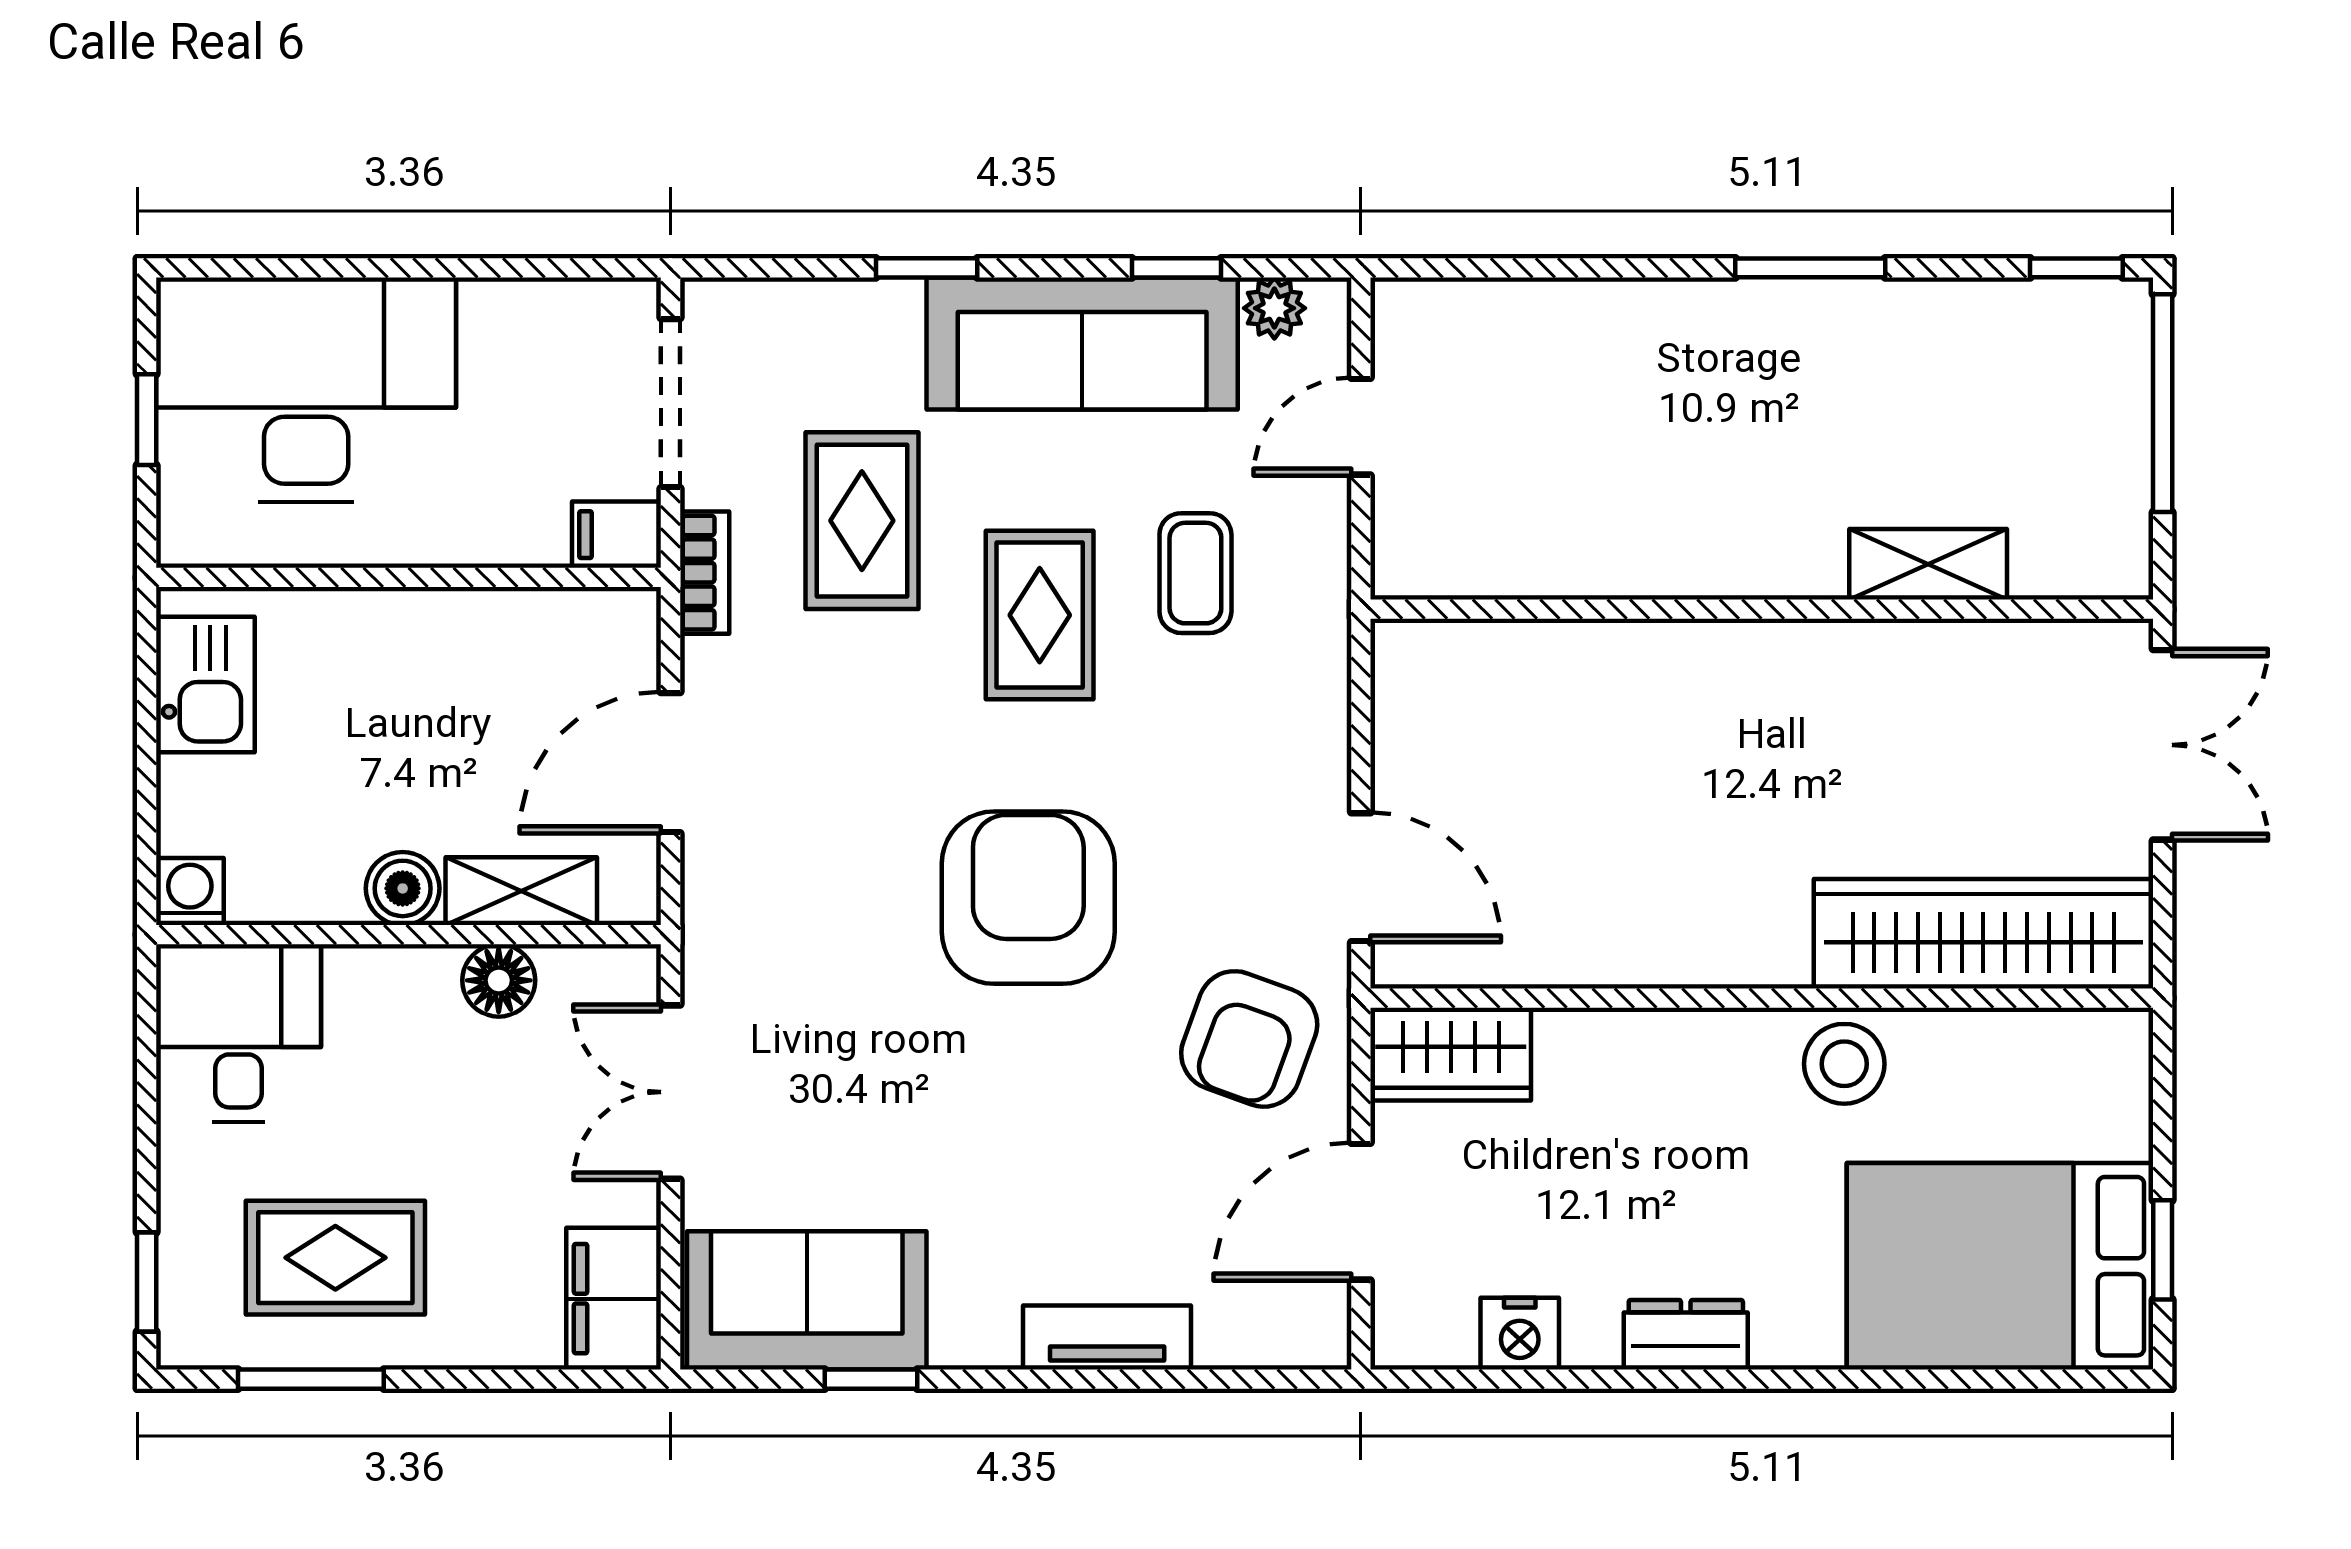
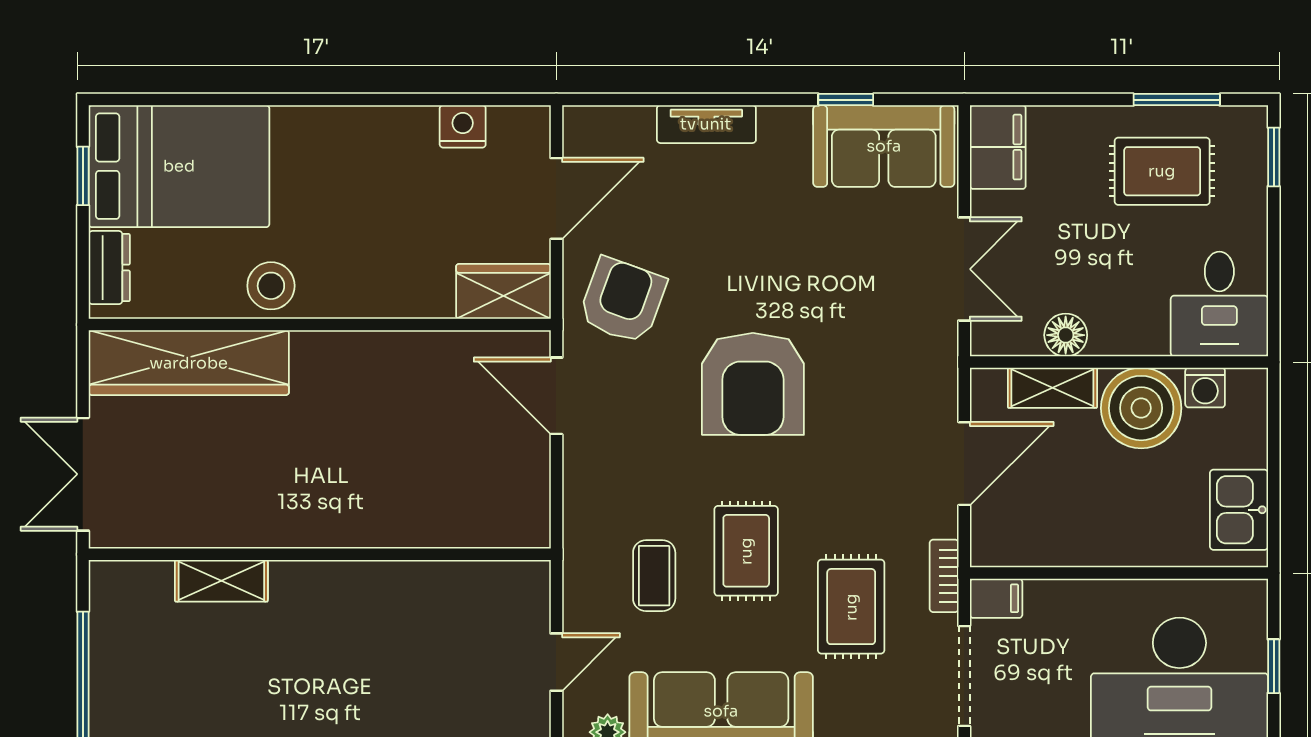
boiler: (403, 888) -> (1141, 408), width x1.86, depth x1.86
washing machine: (190, 891) -> (1205, 388), moved
dresser: (1686, 1335) -> (109, 268), moved, turned -90

